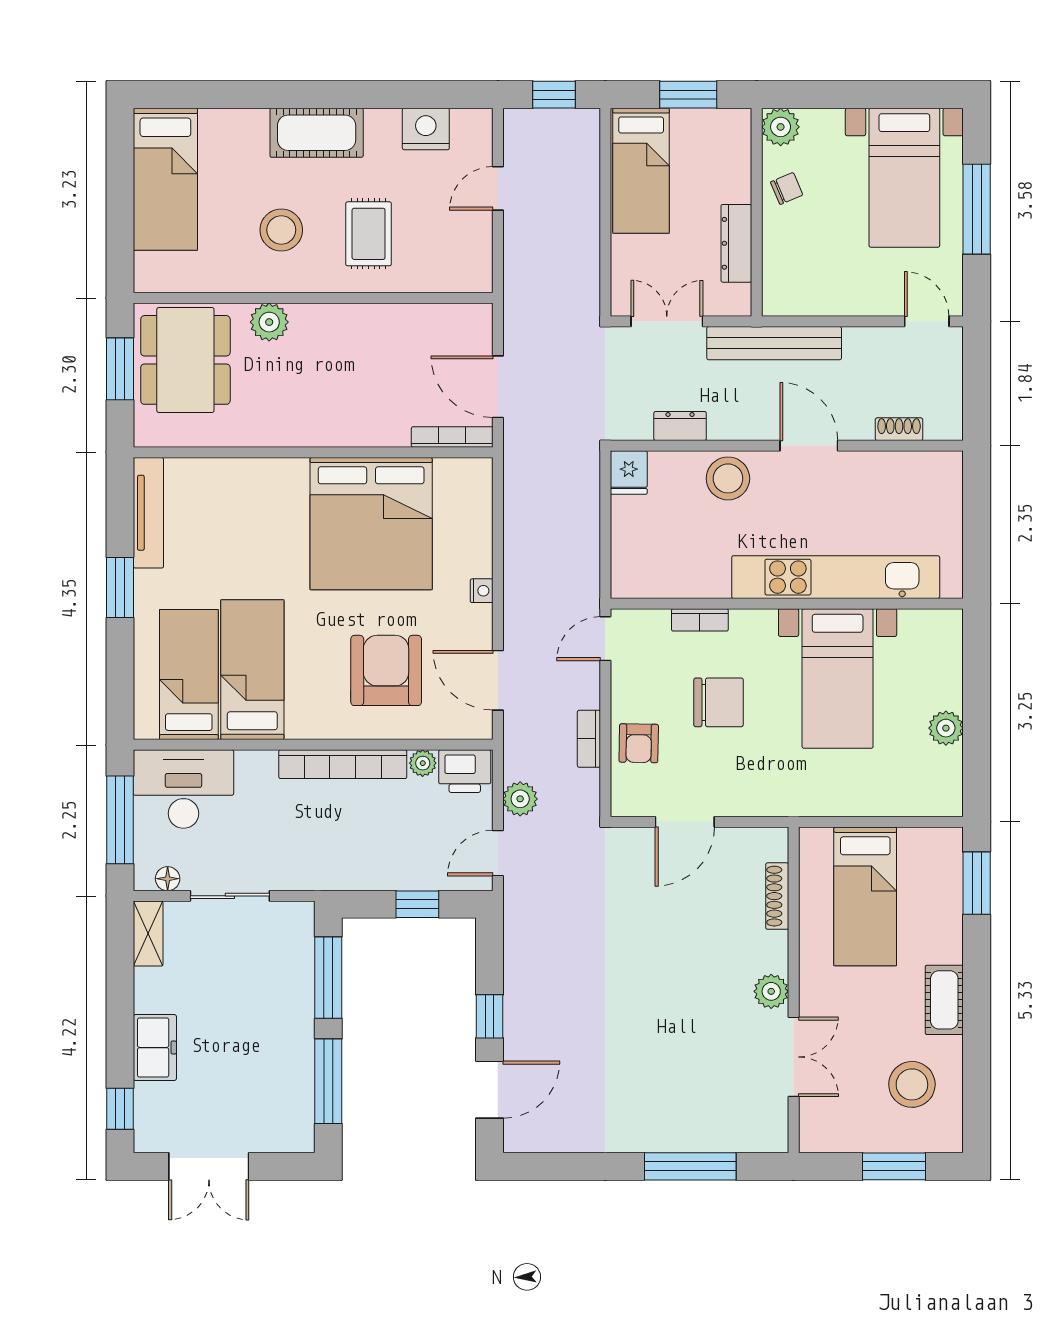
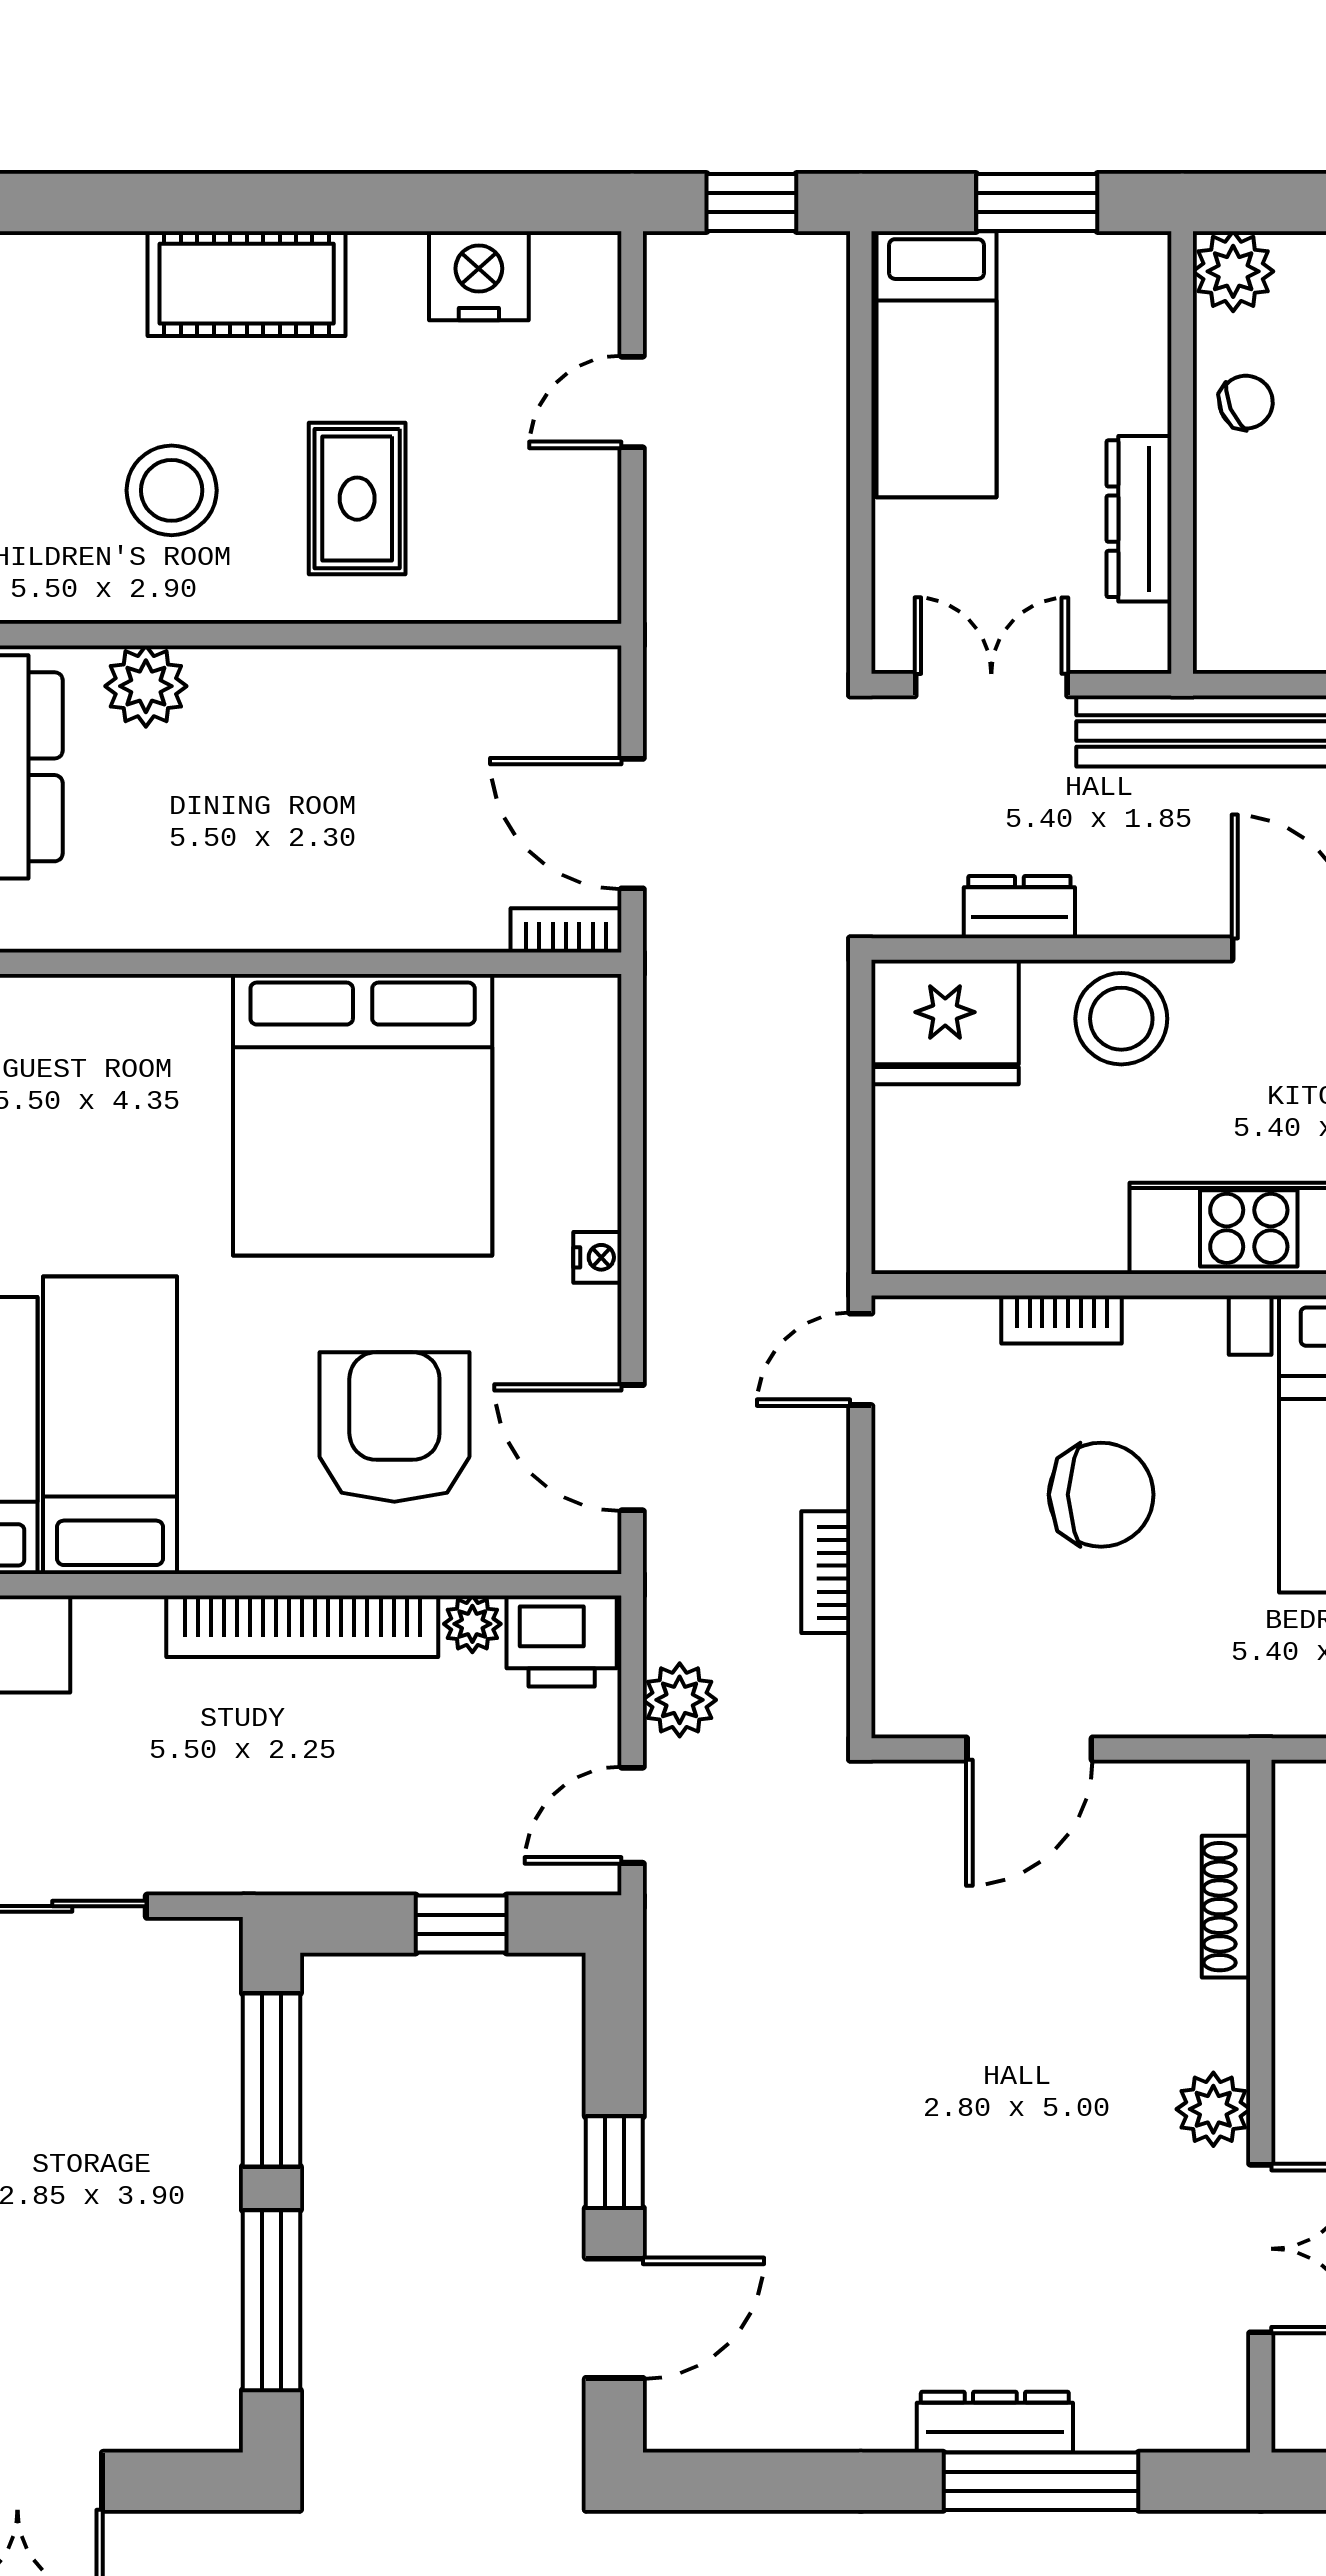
bookcase: (452, 437) -> (566, 930), width x0.64
fridge: (629, 473) -> (945, 1022), width x1.88, depth x1.34
armchair: (639, 743) -> (932, 1582), removed
dresser: (668, 1139) -> (995, 2422), added

